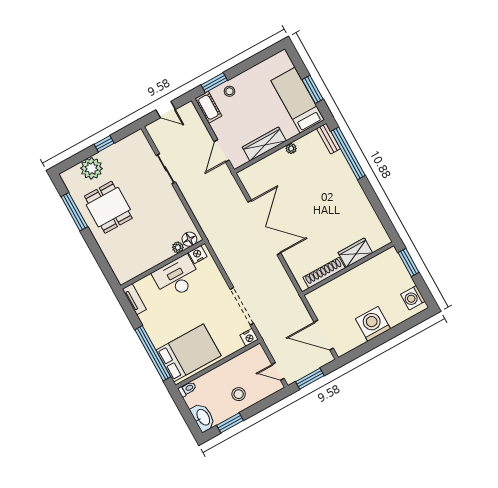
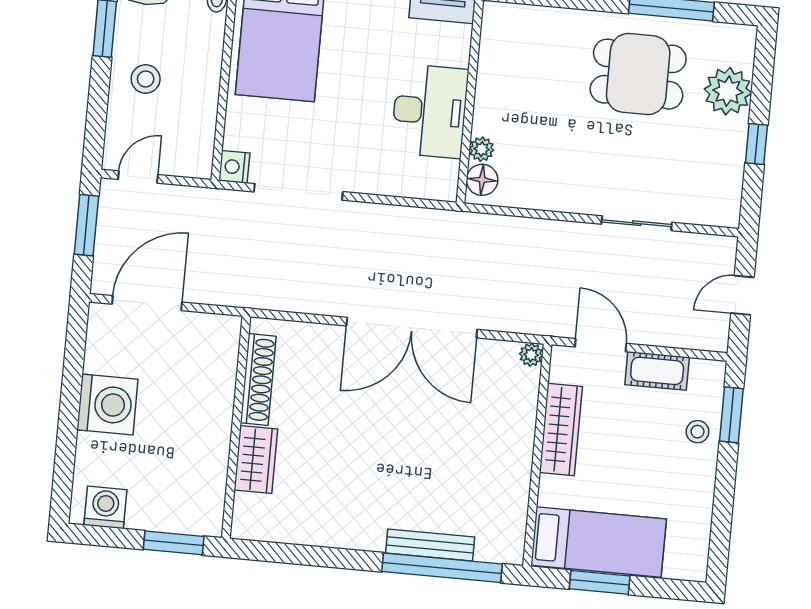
cot: (208, 107) -> (657, 371), moved
bench: (328, 139) -> (430, 545), moved, width x1.36
plant: (291, 148) -> (531, 355), moved
nightstand: (198, 255) -> (445, 176), removed

